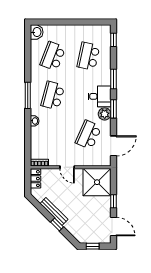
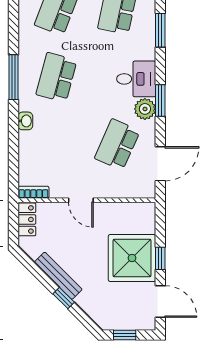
window: (113, 79) -> (160, 30), moved
shower: (97, 182) -> (132, 258), moved

